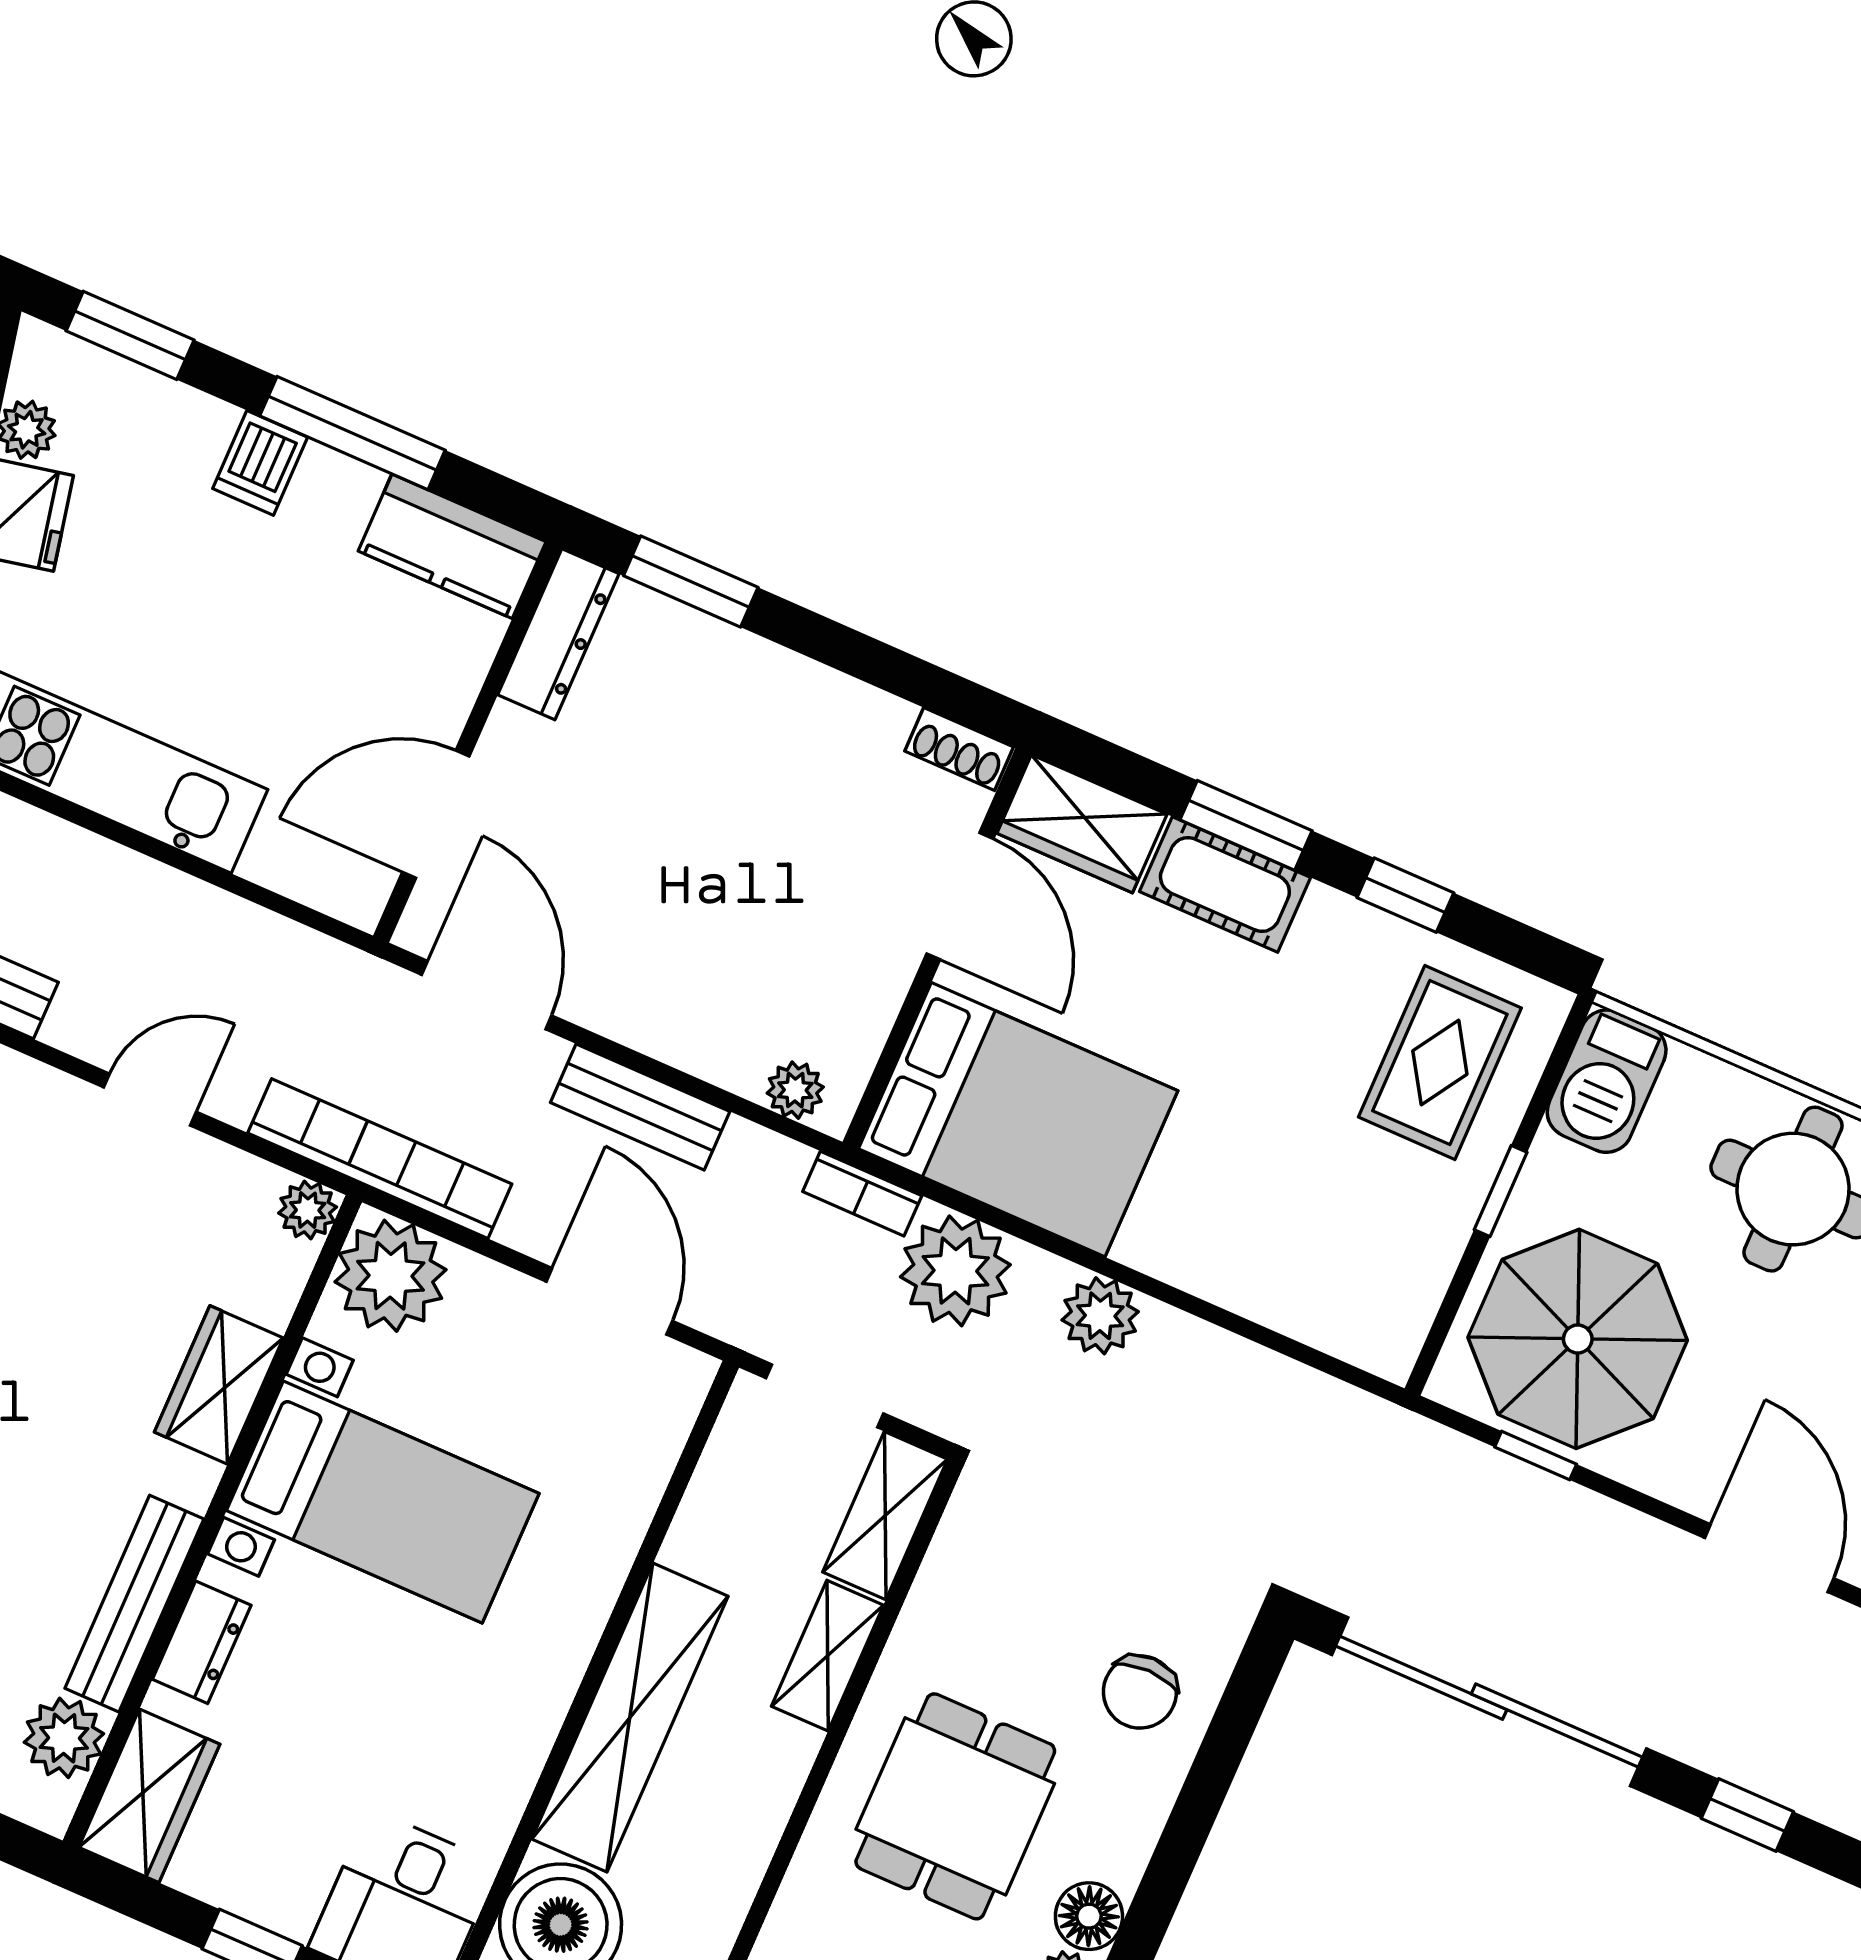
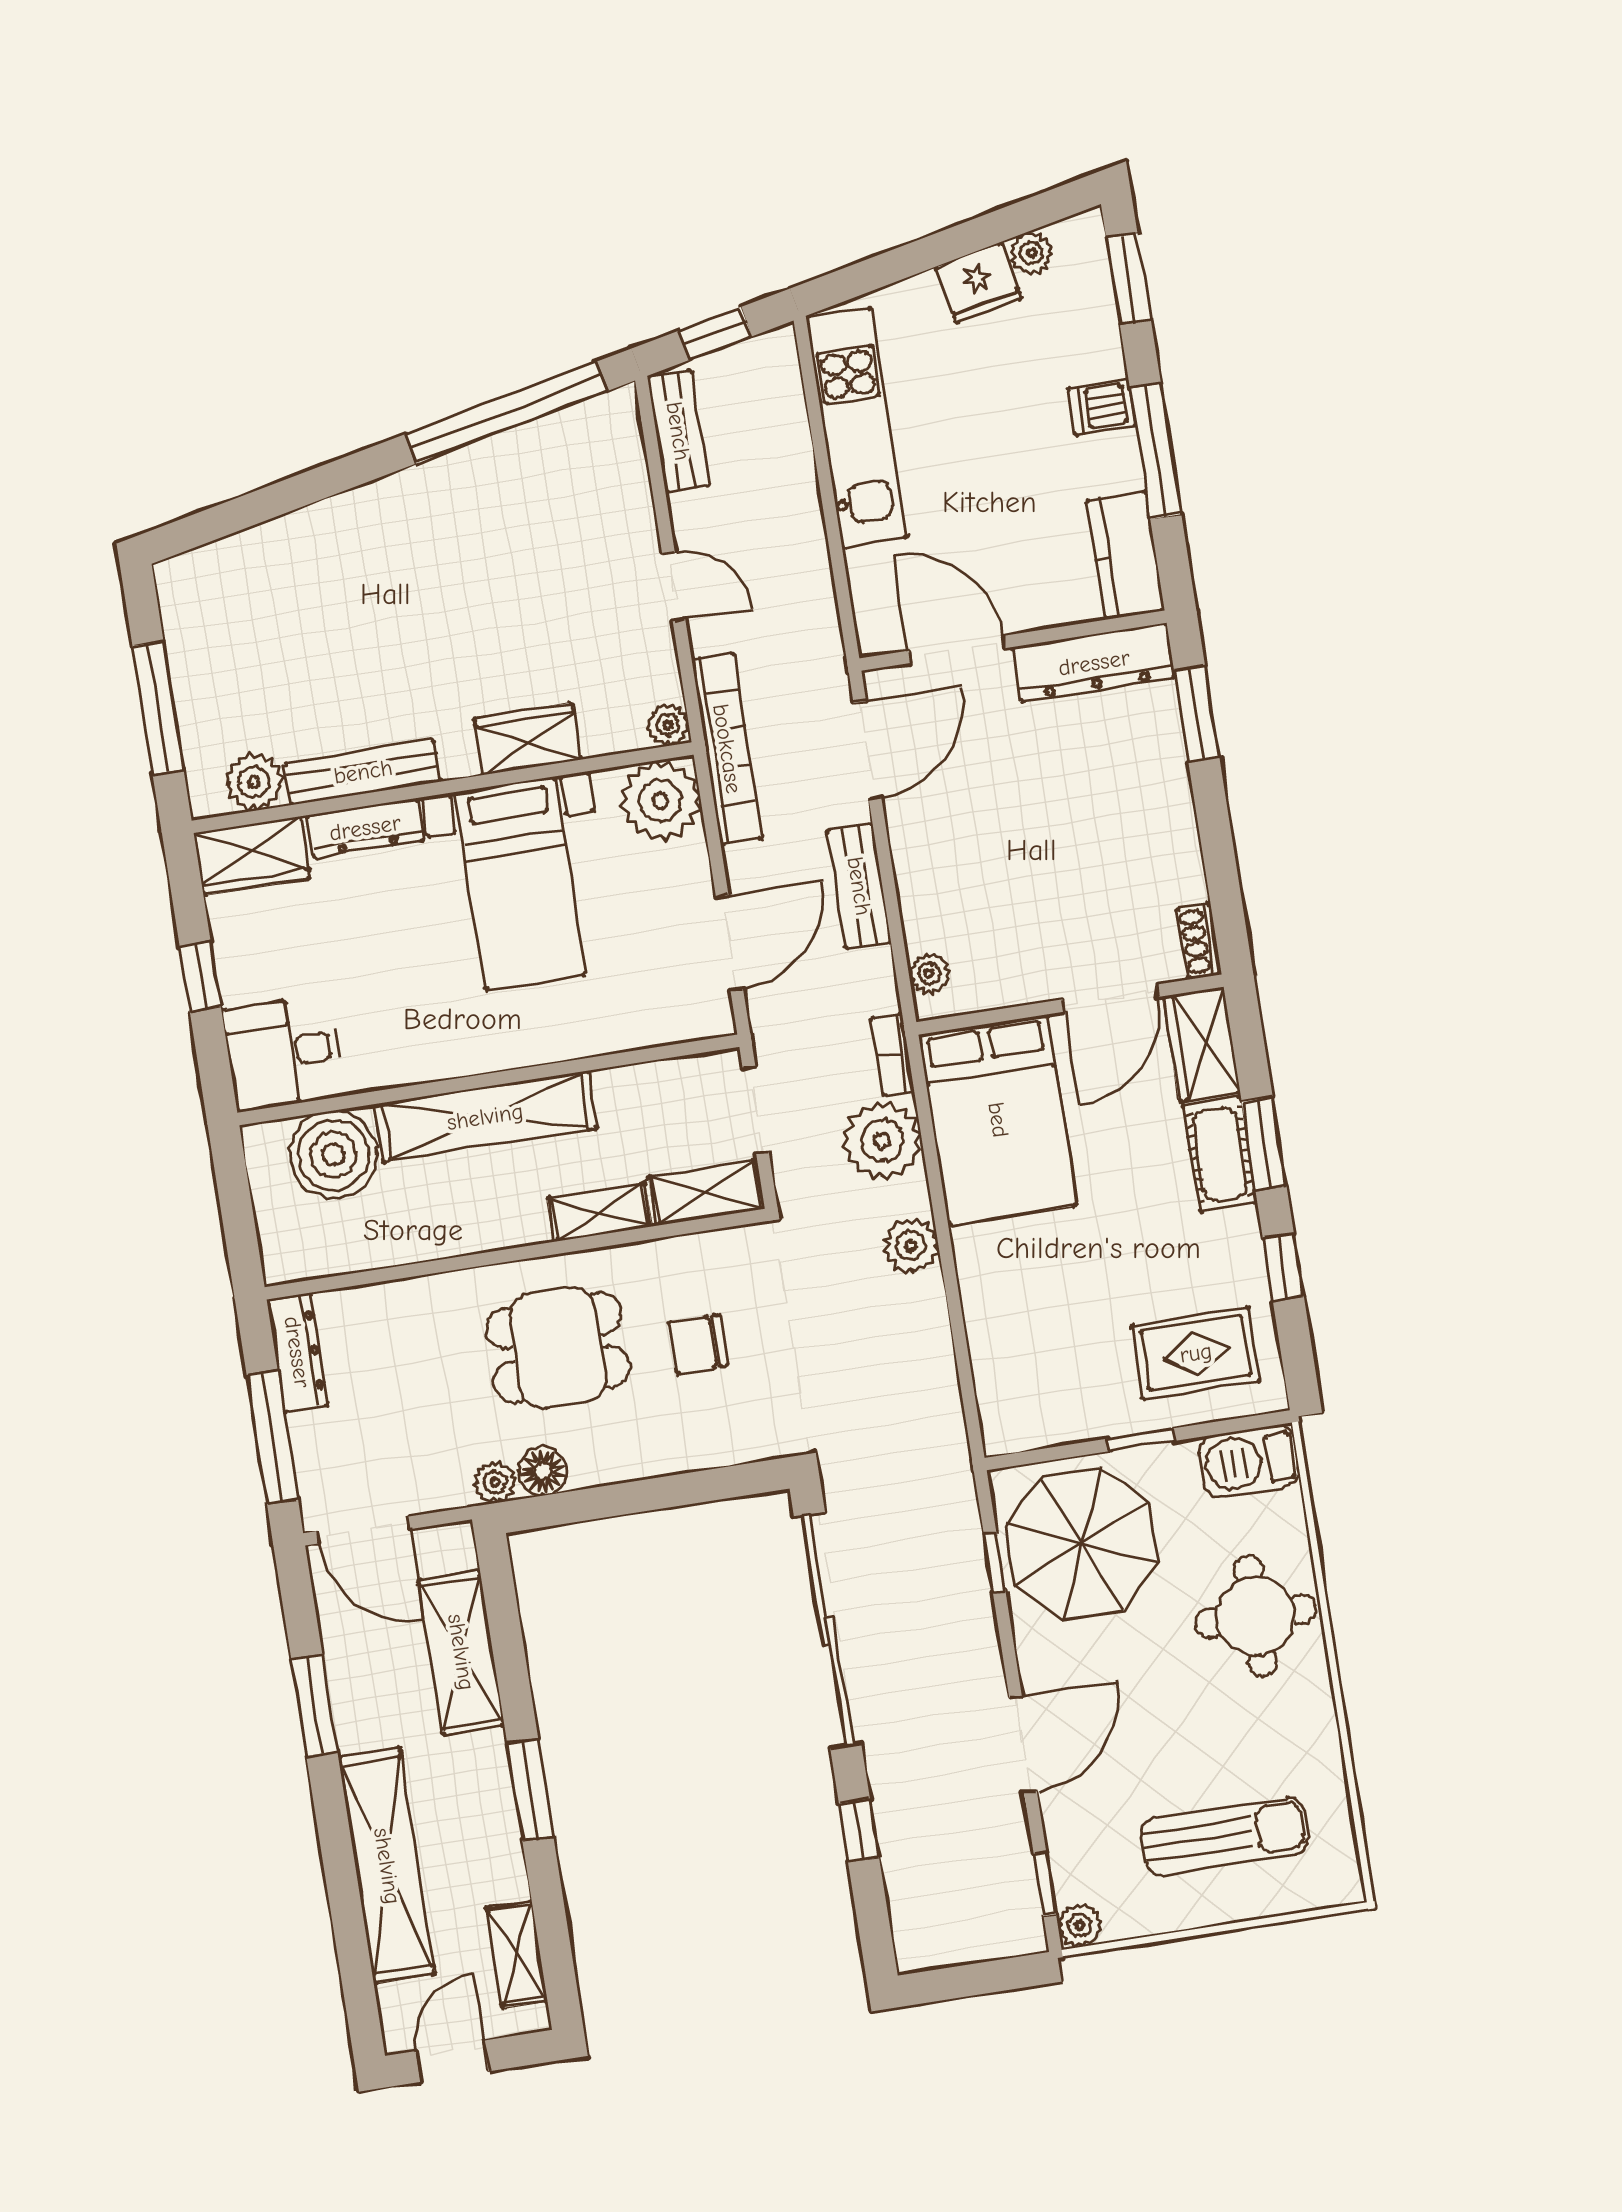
dresser: (558, 634) -> (1094, 663), width x1.37, depth x1.24
dresser: (202, 1642) -> (365, 828), width x1.44
chair: (1140, 1692) -> (698, 1344), moved

